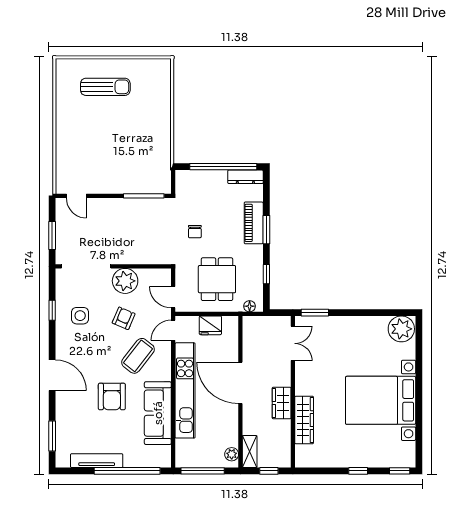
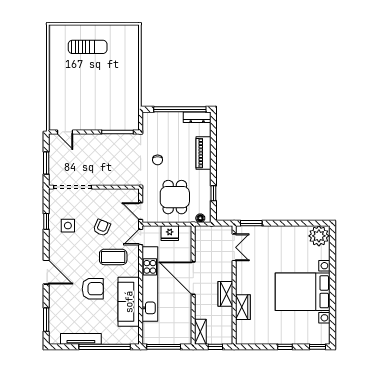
window: (266, 230) -> (213, 158), removed
plant: (125, 281) -> (103, 198), removed
coffee table: (138, 356) -> (113, 257), turned 52
armchair: (112, 396) -> (93, 289), turned -90
wardrobe: (304, 420) -> (243, 307), width x0.67
plant: (232, 454) -> (186, 334), removed

